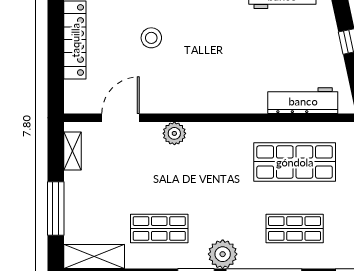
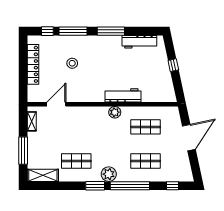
workbench: (303, 101) -> (123, 95), moved
plant: (174, 133) -> (115, 112), moved
shop shelf: (295, 162) -> (146, 127), width x0.70, depth x0.74

